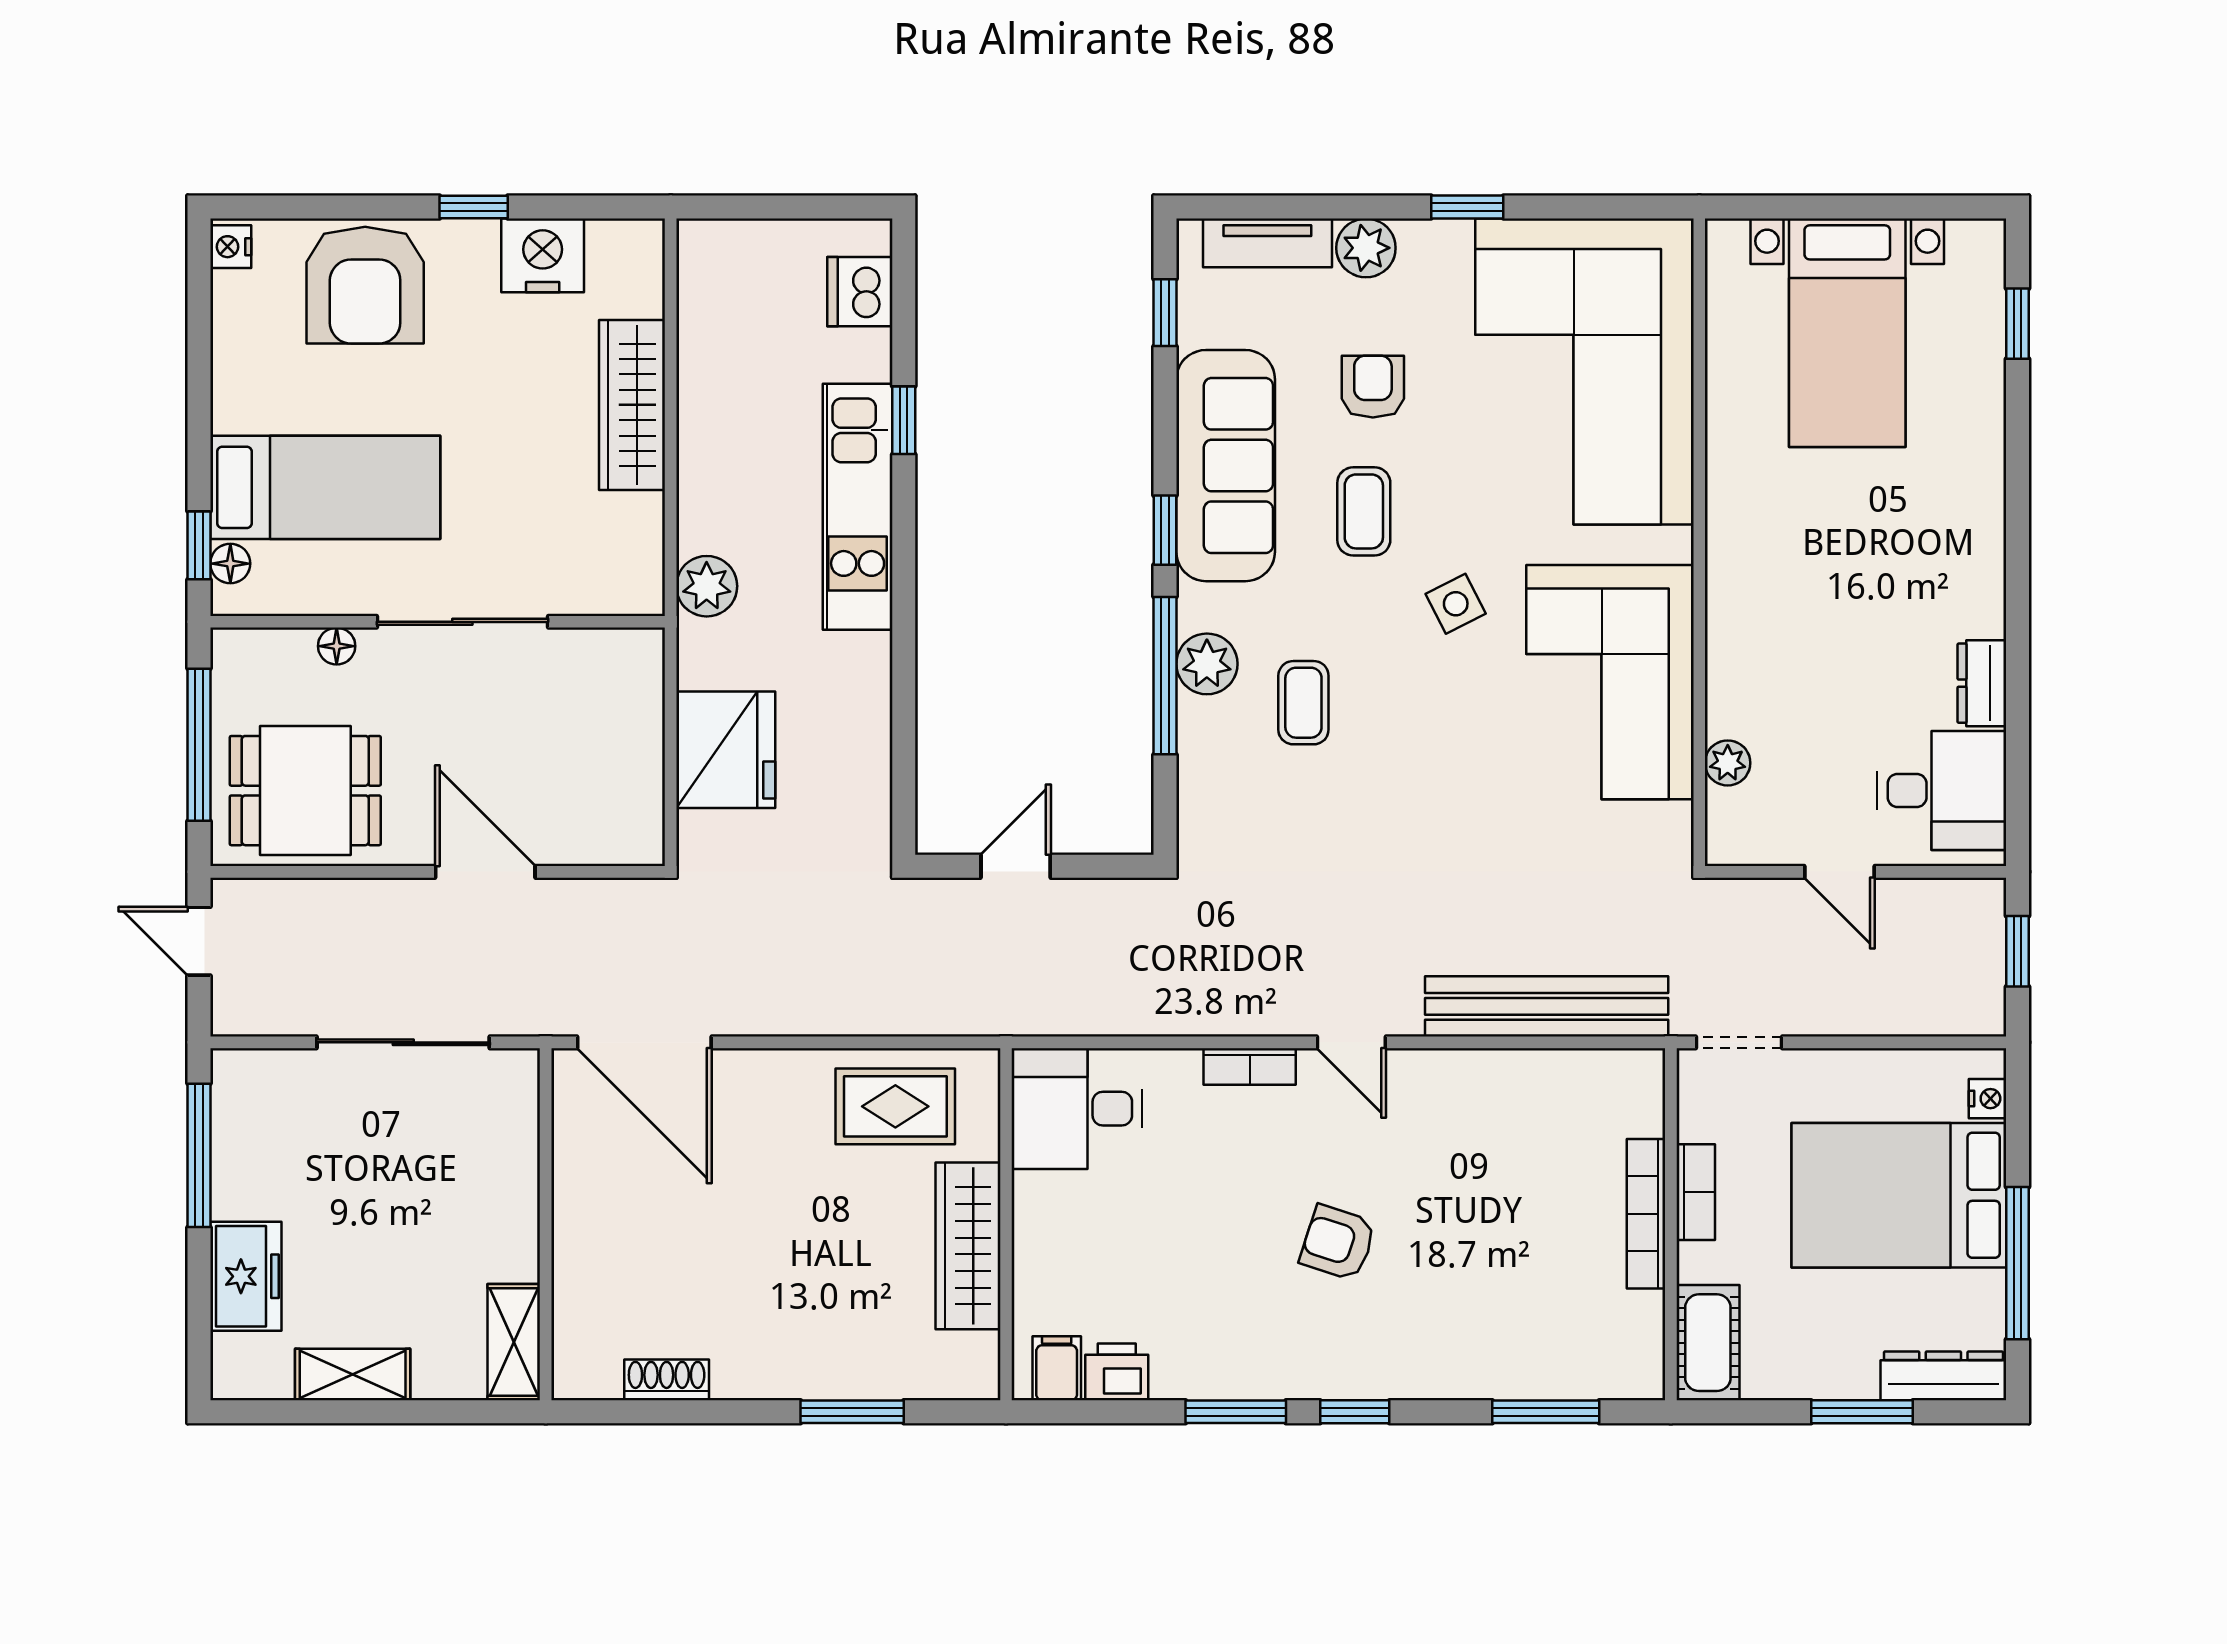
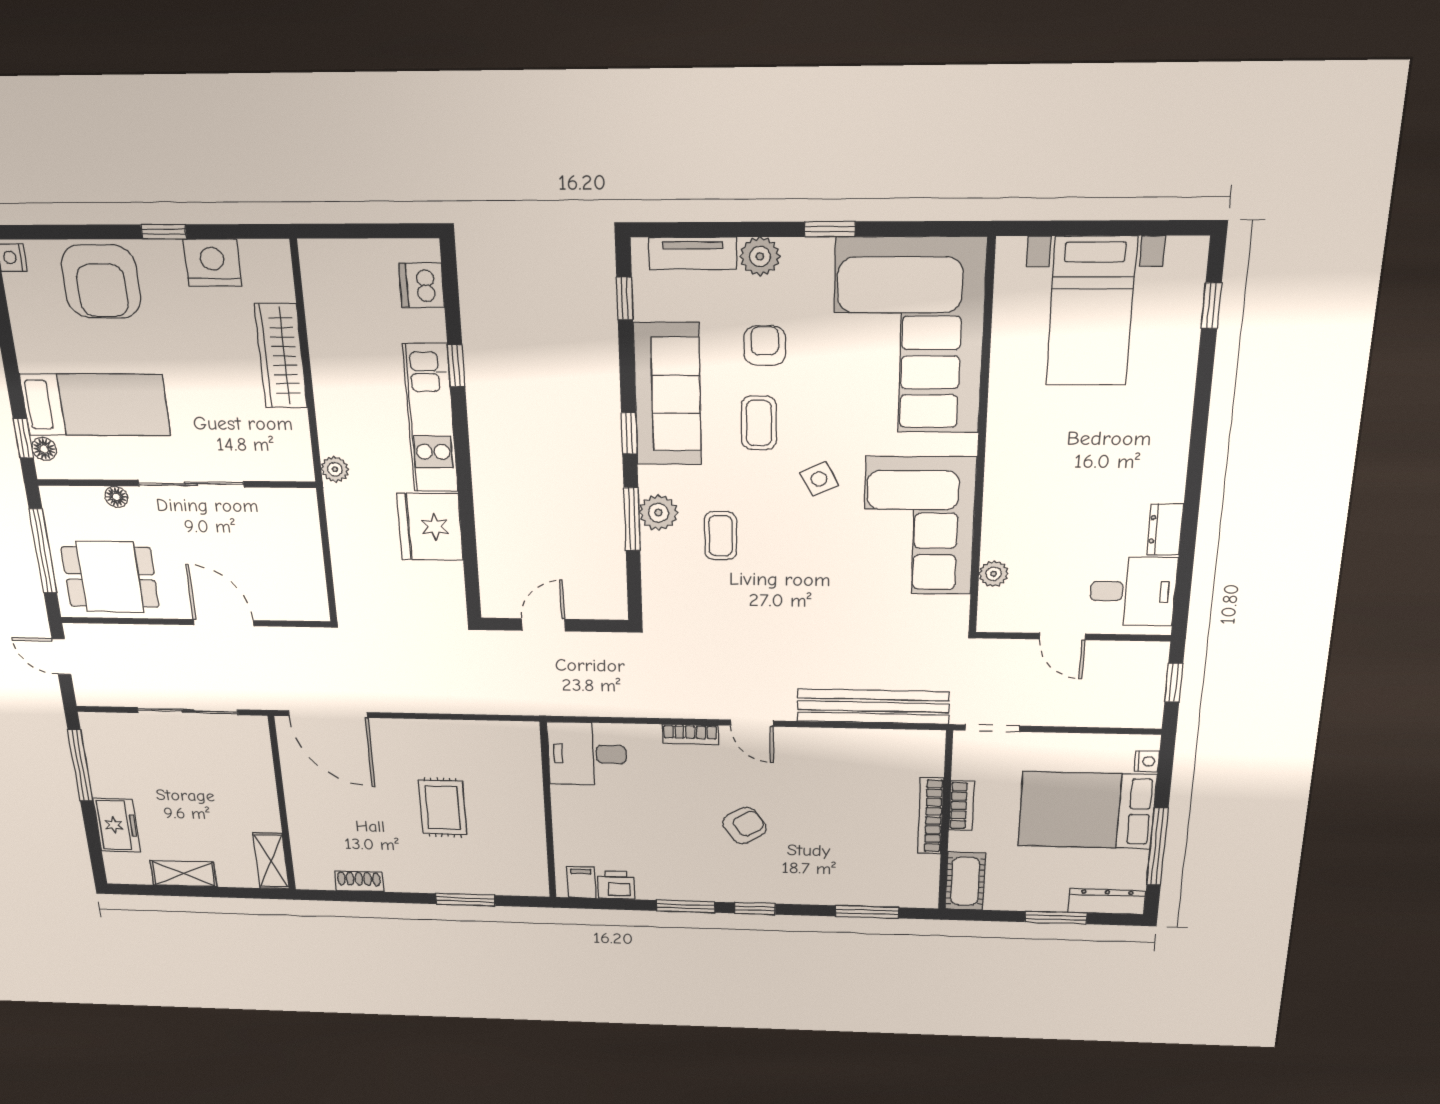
plant: (707, 586) -> (335, 469), width x0.73, depth x0.73
window: (1165, 676) -> (632, 519), width x0.69
fridge: (726, 750) -> (430, 527), moved, turned 180
rug: (895, 1106) -> (443, 808), moved, turned 90
armchair: (1338, 1243) -> (744, 826), turned 129
wardrobe: (968, 1246) -> (526, 821), removed

